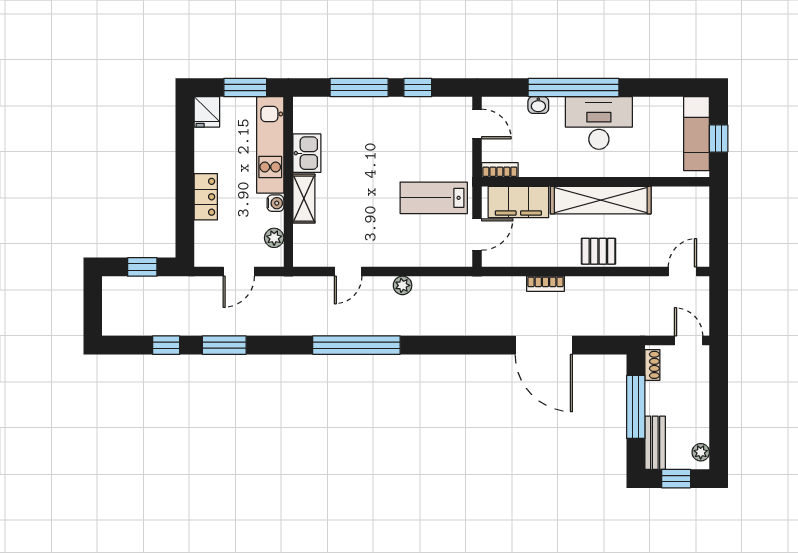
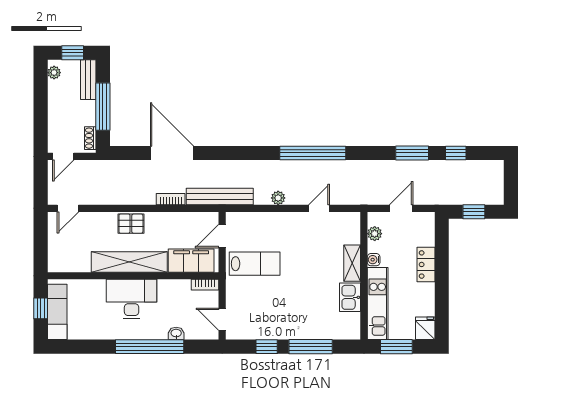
desk: (599, 123) -> (132, 299), moved, turned 180
bench: (480, 287) -> (220, 197), added
door: (689, 341) -> (63, 156), hinge flipped

